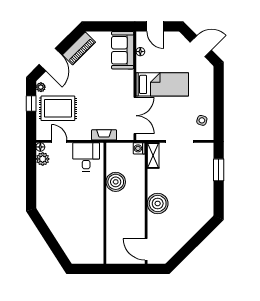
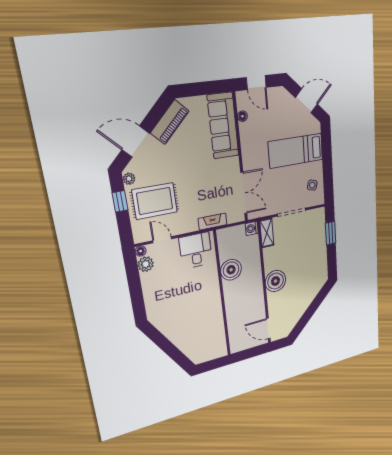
sofa: (123, 50) -> (223, 126), width x1.36
door: (50, 60) -> (136, 142), swing flipped
bed: (162, 84) -> (296, 151), moved, turned 180

